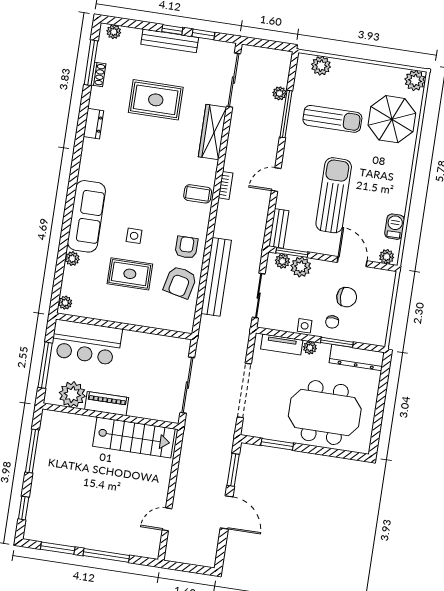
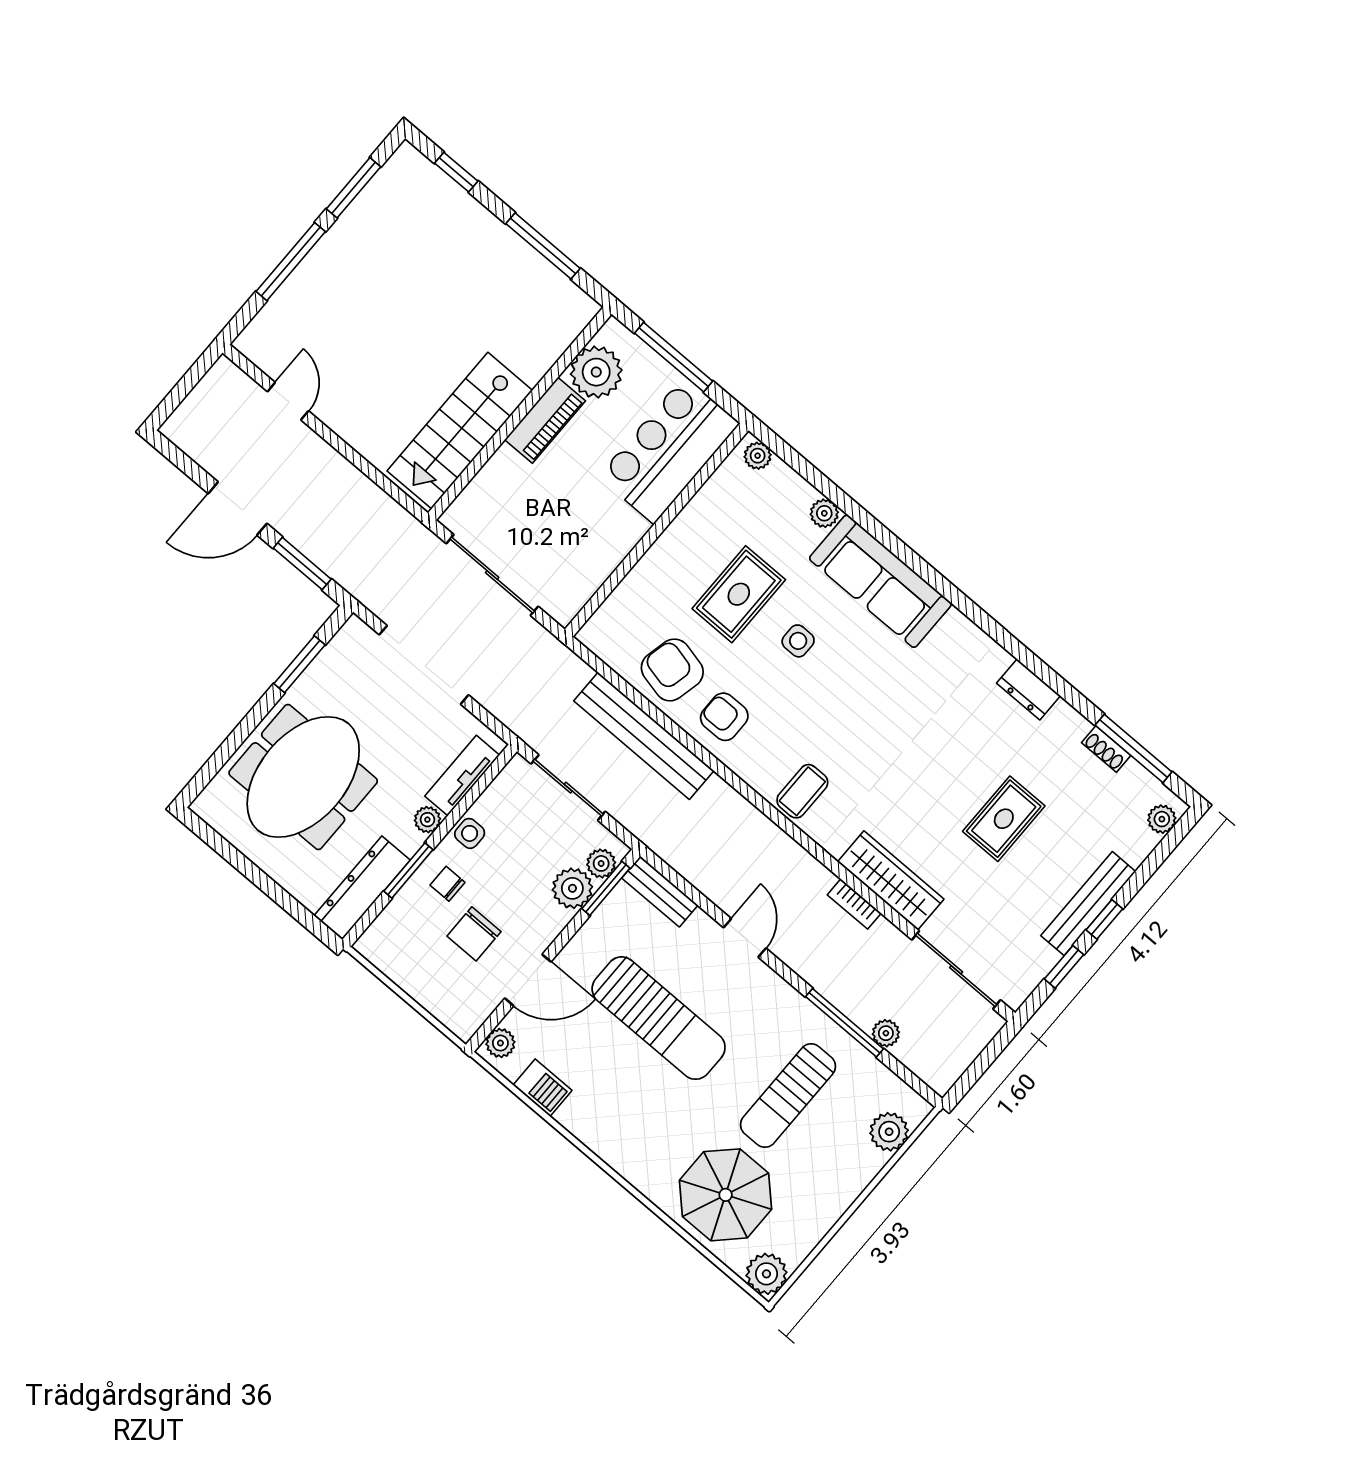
rug: (156, 100) -> (1004, 819), width x0.73, depth x0.70
bookcase: (226, 185) -> (854, 904), moved
armchair: (186, 247) -> (724, 717), turned 180

